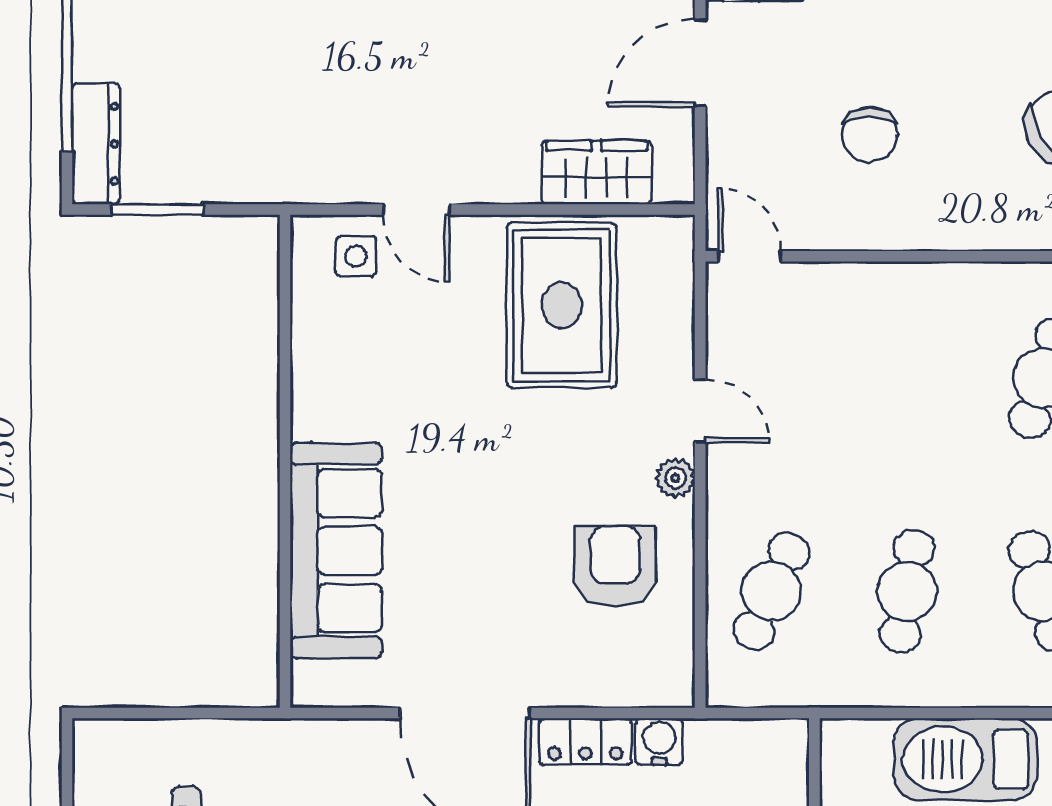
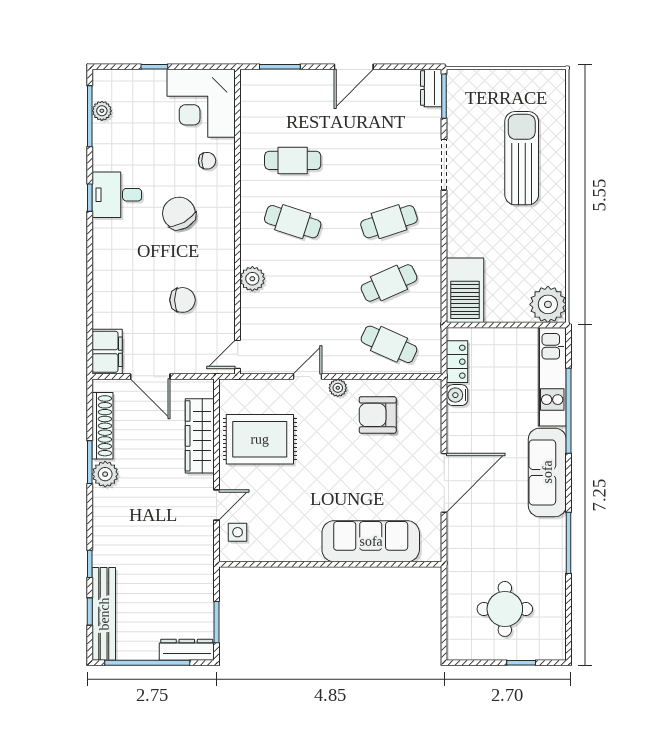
wardrobe: (597, 172) -> (200, 436), width x1.50
plant: (917, 289) -> (252, 279), added
cafe table: (907, 591) -> (389, 283), turned -33
locker: (585, 742) -> (457, 362), moved
barbecue: (965, 759) -> (465, 290), moved

